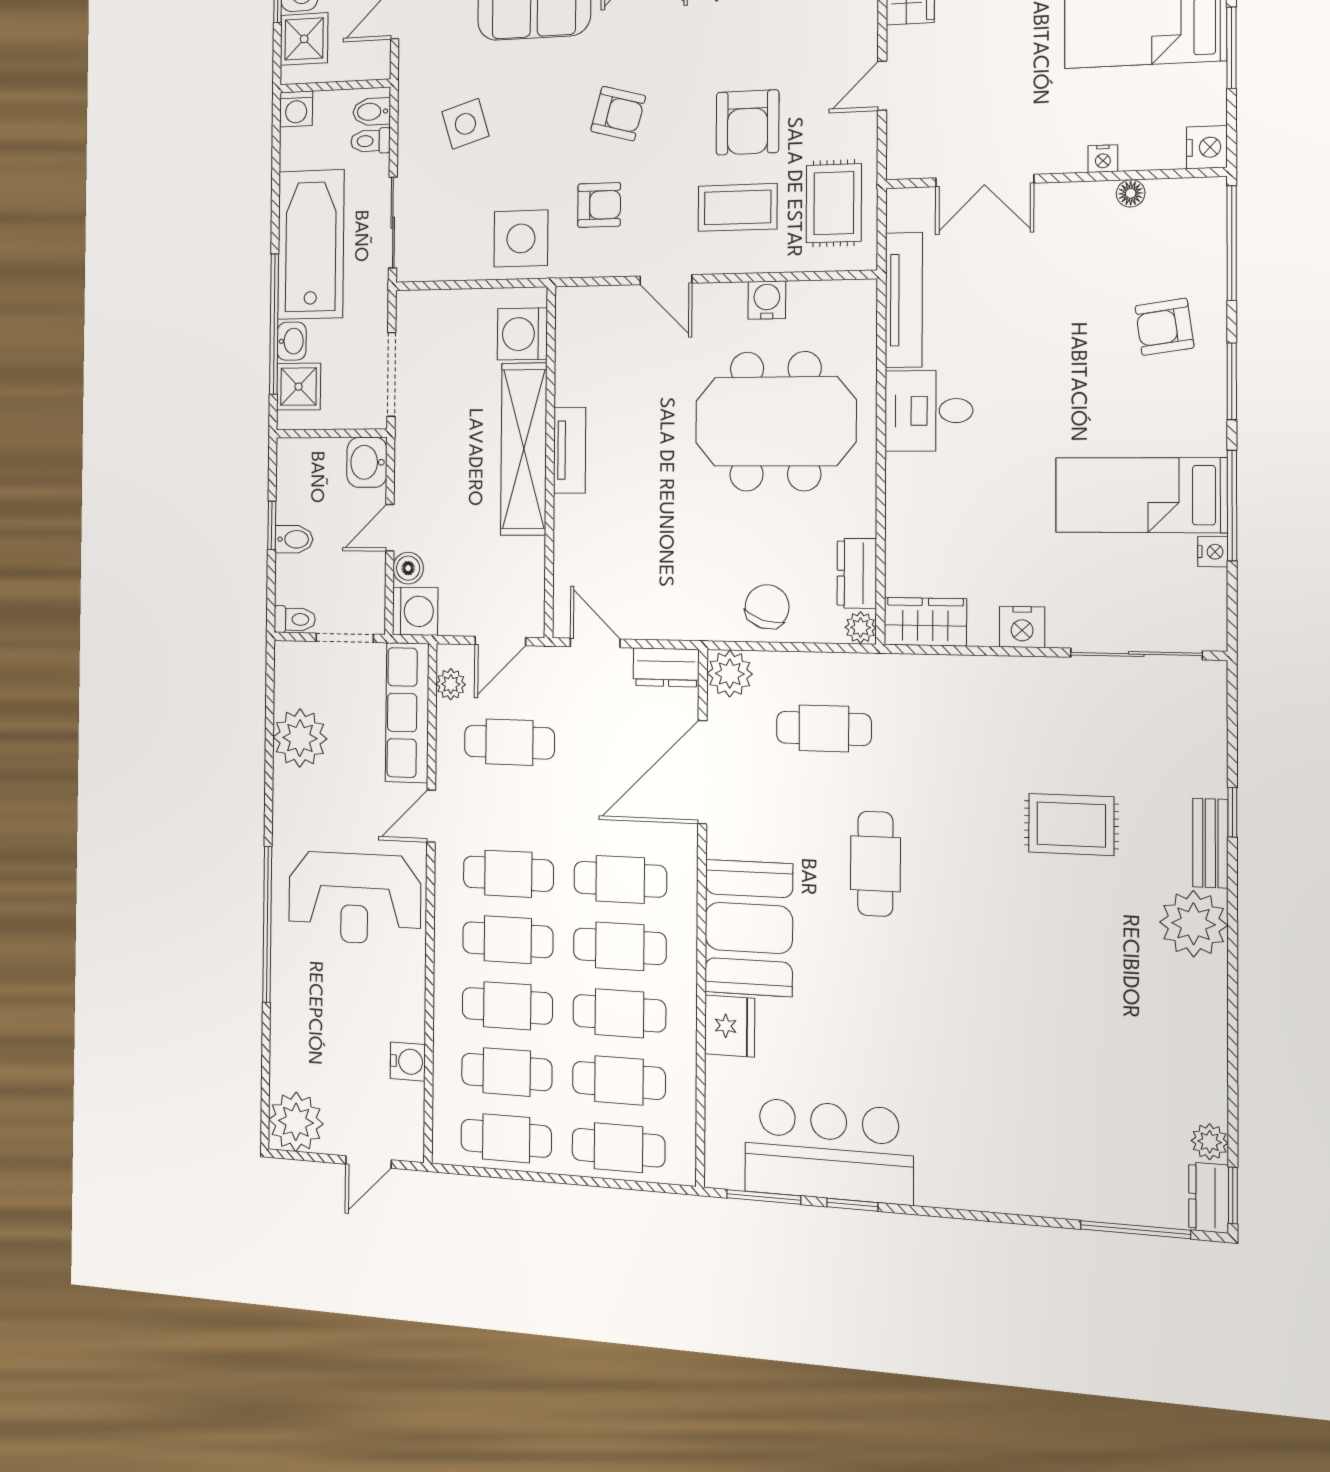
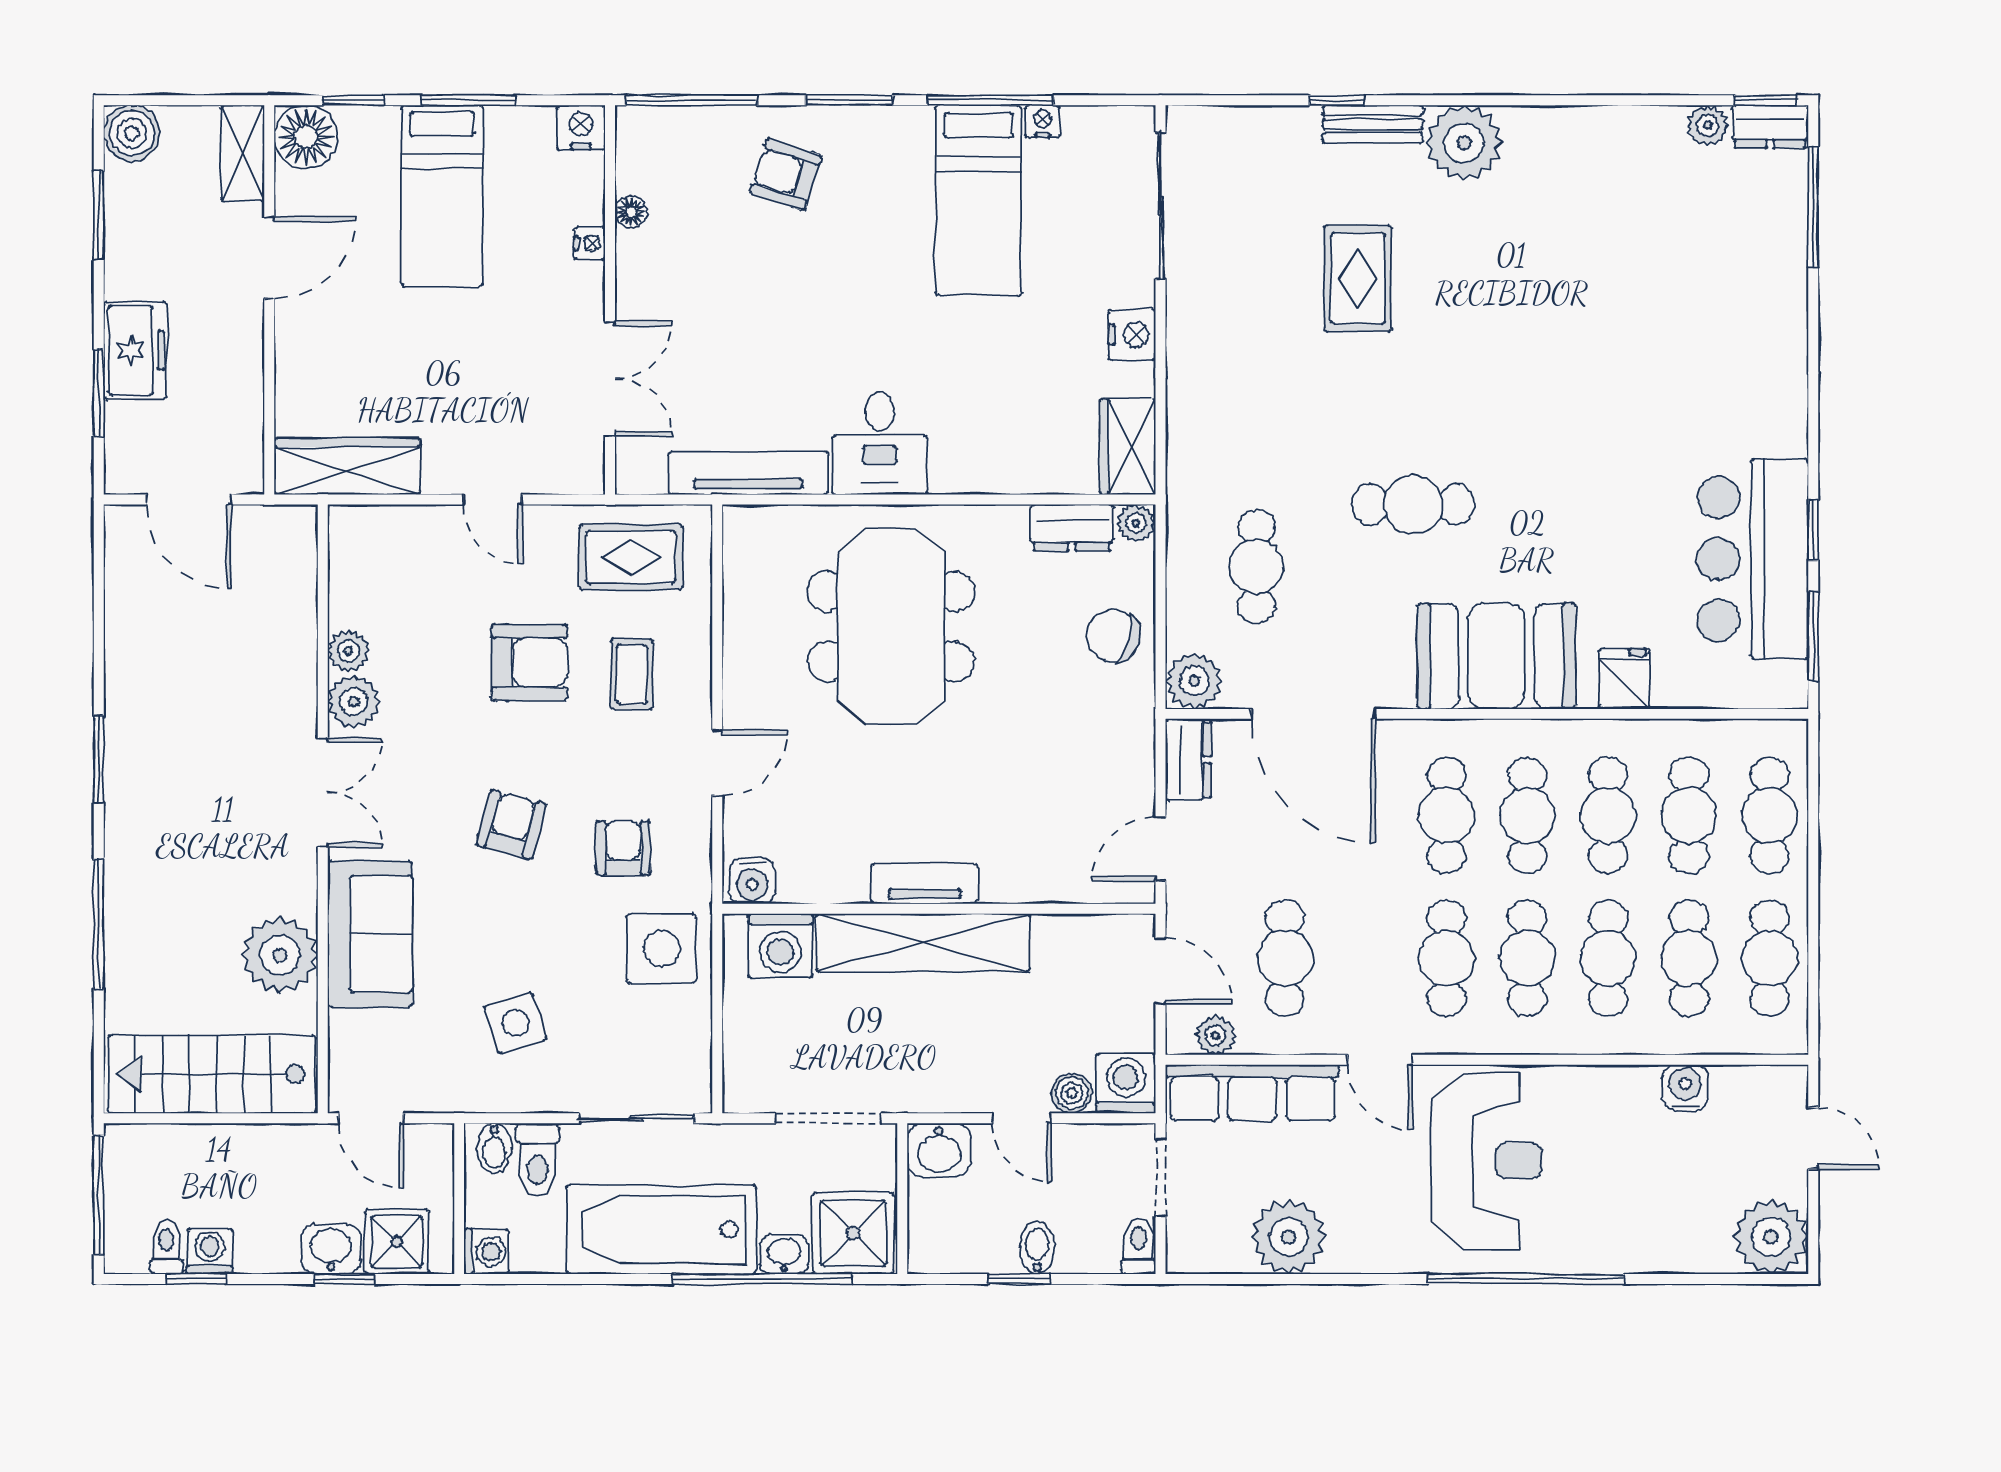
toilet: (371, 141) -> (538, 1160), width x1.37, depth x1.39
coffee table: (738, 207) -> (632, 674), width x0.73, depth x0.77
water cooler: (767, 300) -> (752, 881), moved, turned -90
armchair: (1164, 327) -> (786, 174), turned 116
shower: (299, 387) -> (853, 1233), width x1.36, depth x1.36
fridge: (730, 1026) -> (1624, 679), width x0.72

